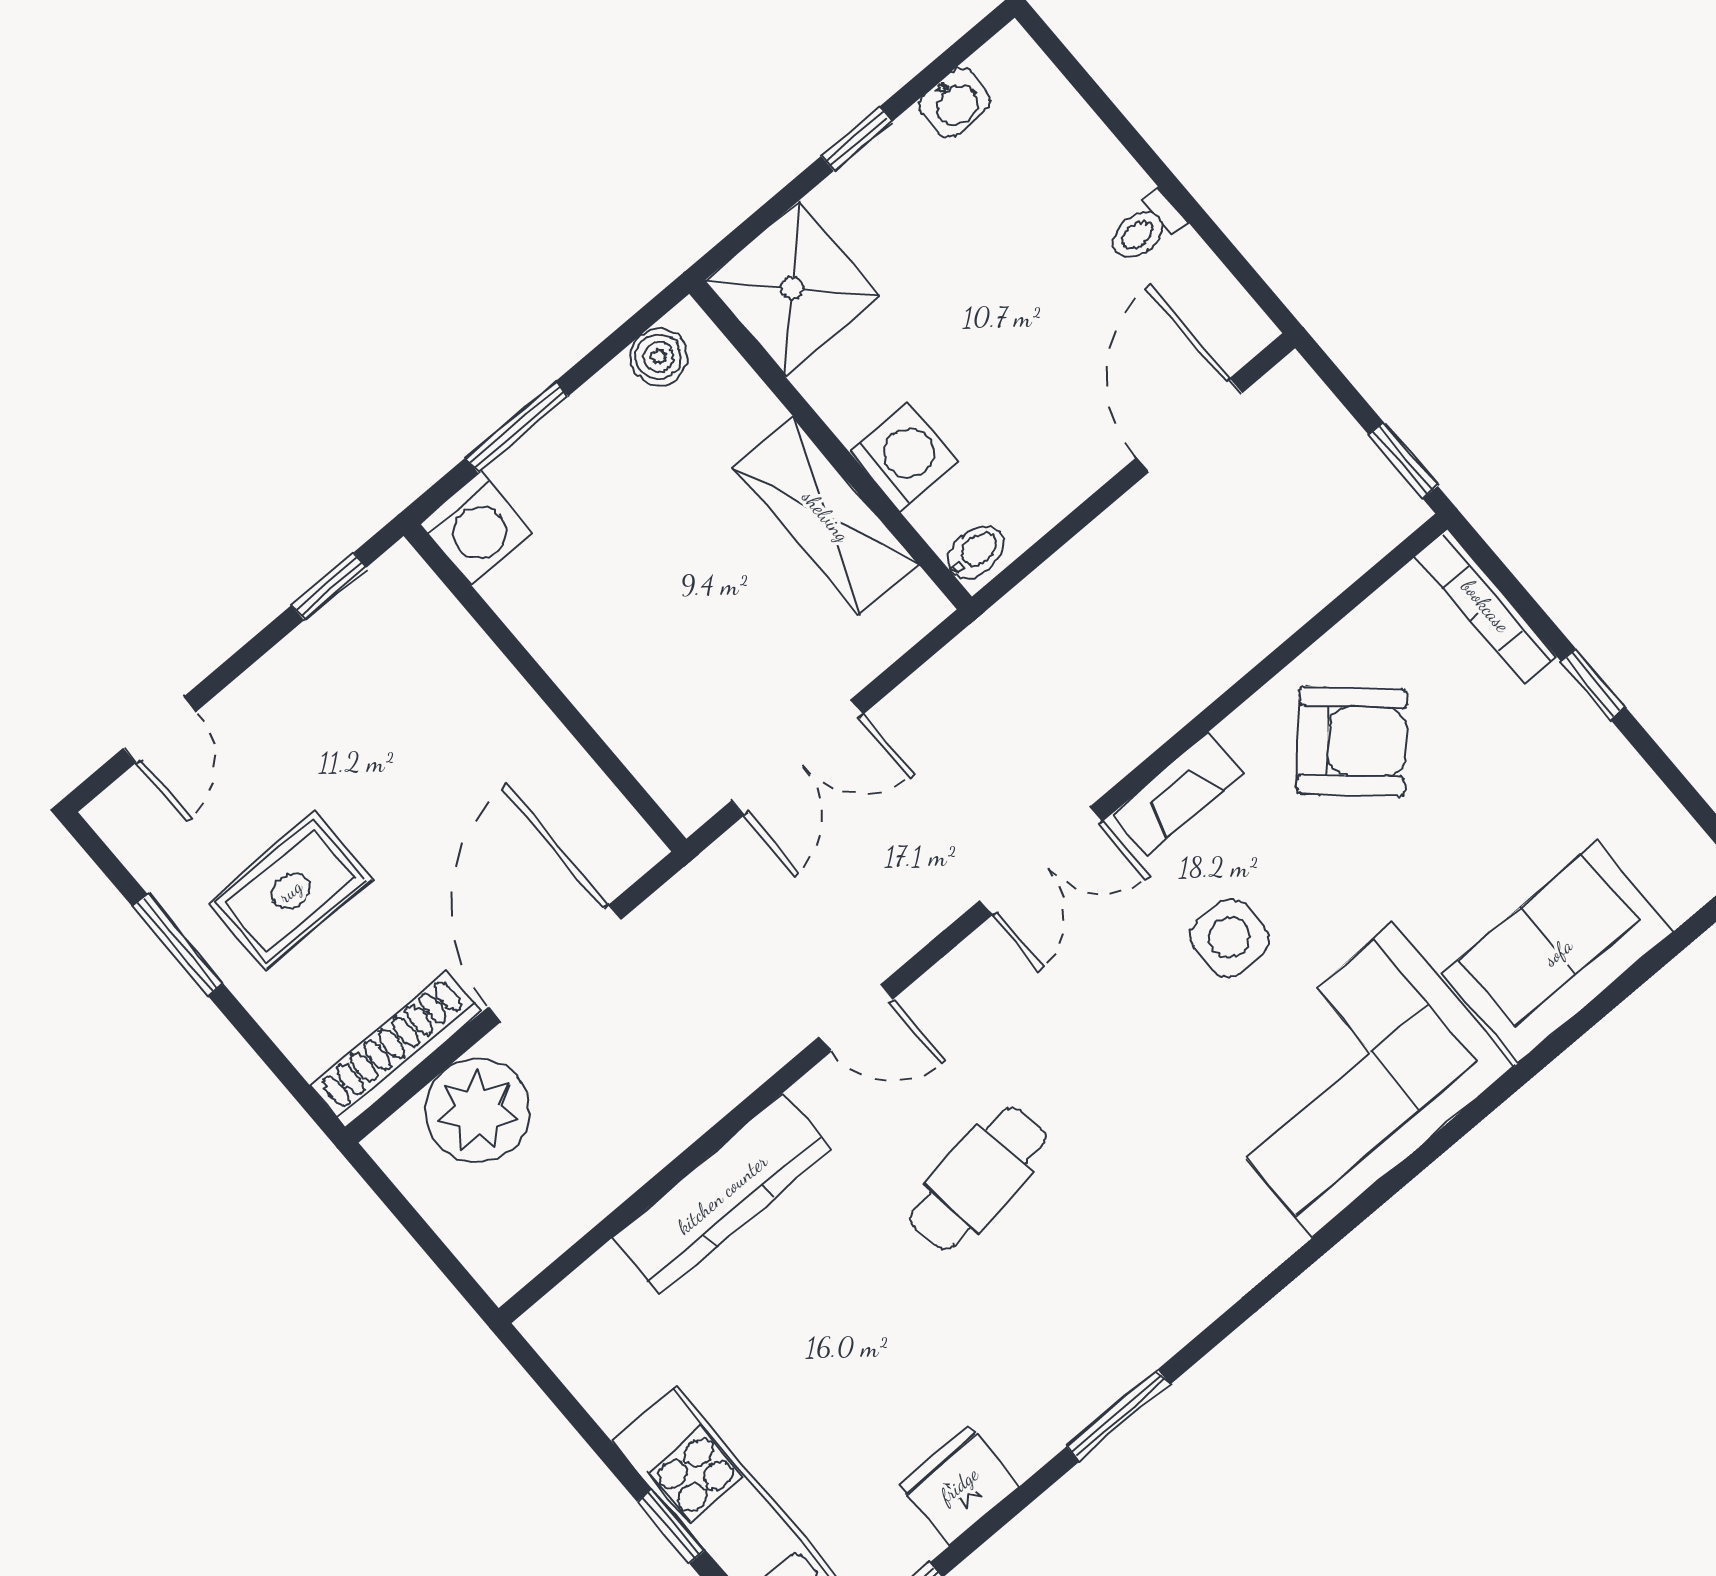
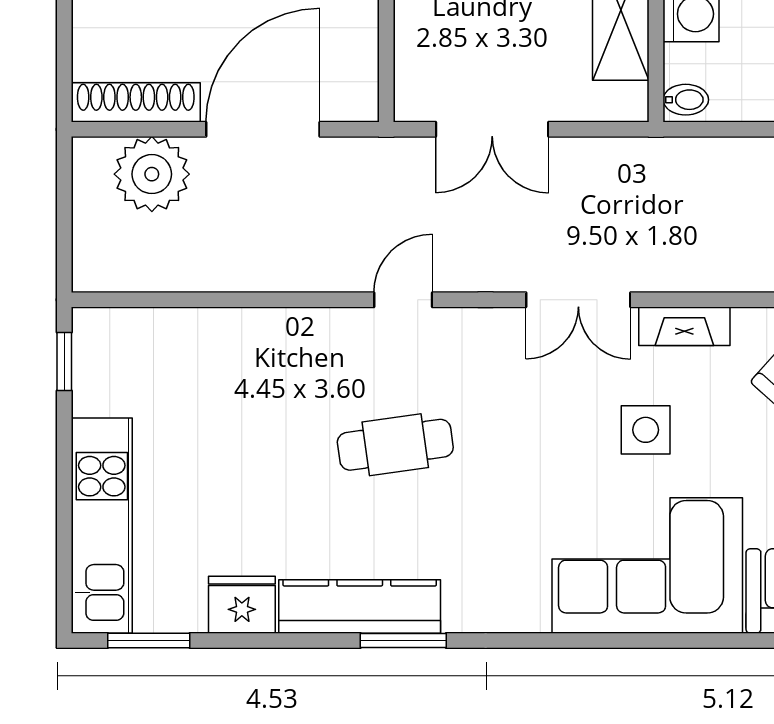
door: (856, 1018) -> (403, 300), swing flipped
kitchen counter: (722, 1194) -> (360, 606), moved, turned 180
window: (1118, 1416) -> (403, 640), moved
window: (671, 1526) -> (64, 361), moved

